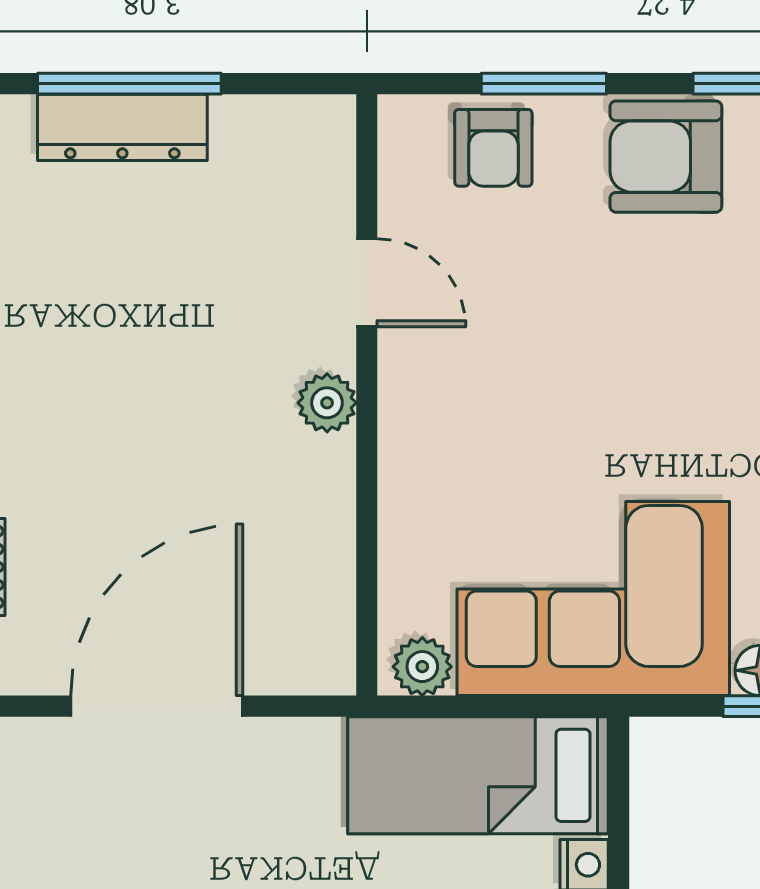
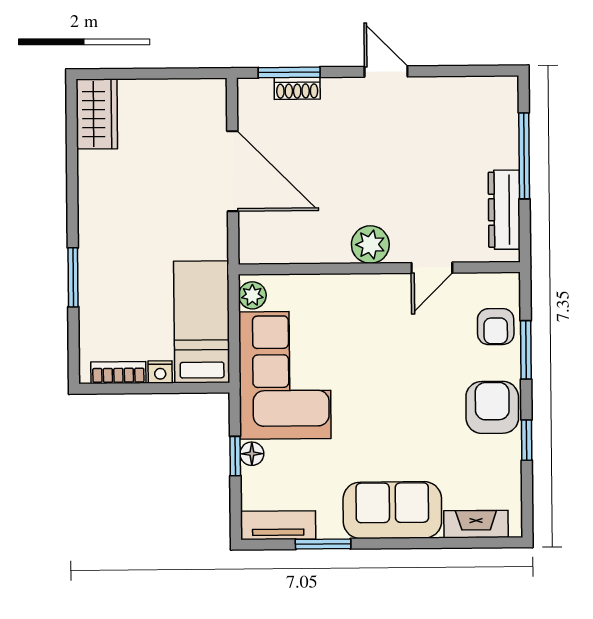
dresser: (122, 127) -> (504, 210), moved
armchair: (493, 148) -> (496, 327), turned -90
plant: (327, 403) -> (370, 245), width x1.38, depth x1.38

